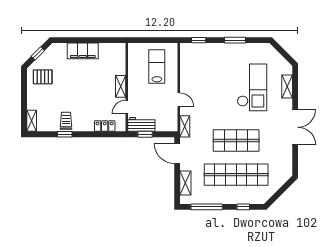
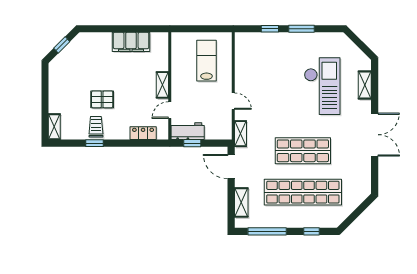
window: (199, 40) -> (270, 29), moved
filing cabinet: (83, 51) -> (131, 42), moved
pallet: (43, 77) -> (102, 99), moved

